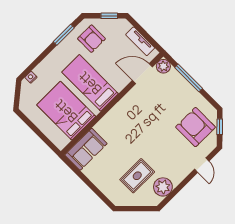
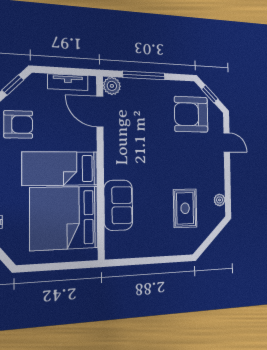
door: (142, 74) -> (100, 112), hinge flipped
bed: (66, 111) -> (64, 218), width x1.36
sofa: (86, 149) -> (118, 205), moved
plant: (163, 187) -> (220, 200), width x0.53, depth x0.53

